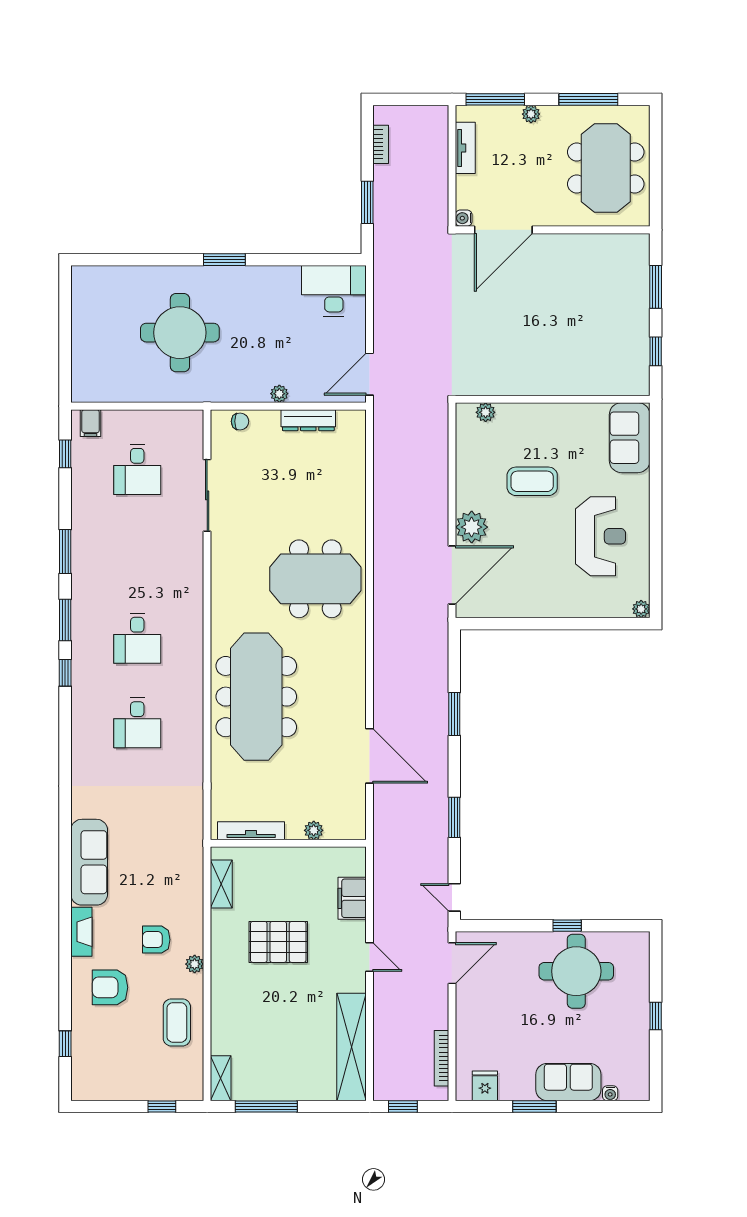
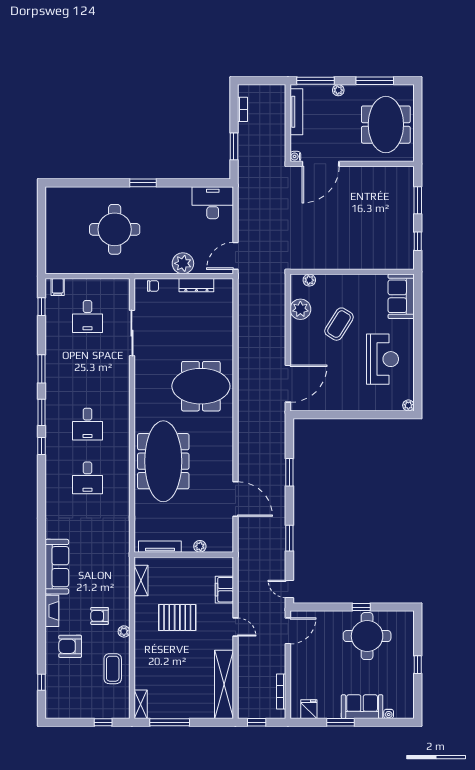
tv unit: (465, 148) -> (296, 112), width x1.41
plant: (279, 394) -> (183, 263), width x1.88, depth x1.88
coffee table: (532, 481) -> (339, 324), turned -58
plant: (472, 527) -> (300, 309), moved

